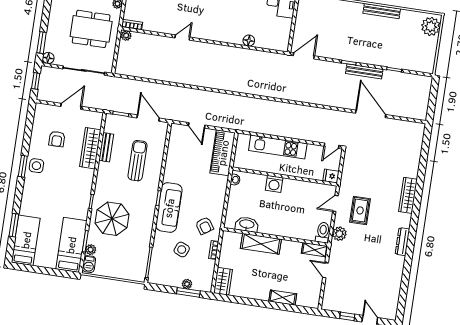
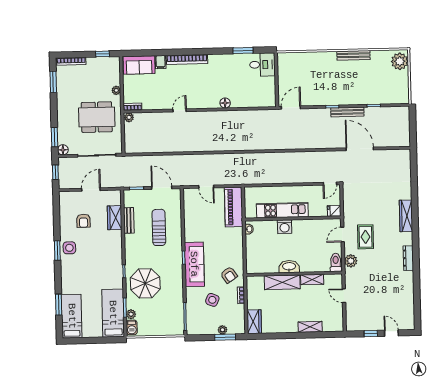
floor lamp: (249, 41) -> (225, 103), moved
kitchen unit: (278, 147) -> (282, 210), moved, turned 180
wardrobe: (90, 148) -> (115, 218), width x0.67
washbasin: (247, 224) -> (289, 267), moved
shelving: (315, 250) -> (312, 280), moved

